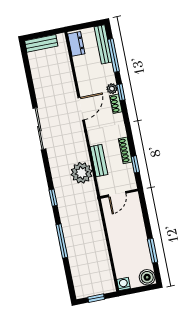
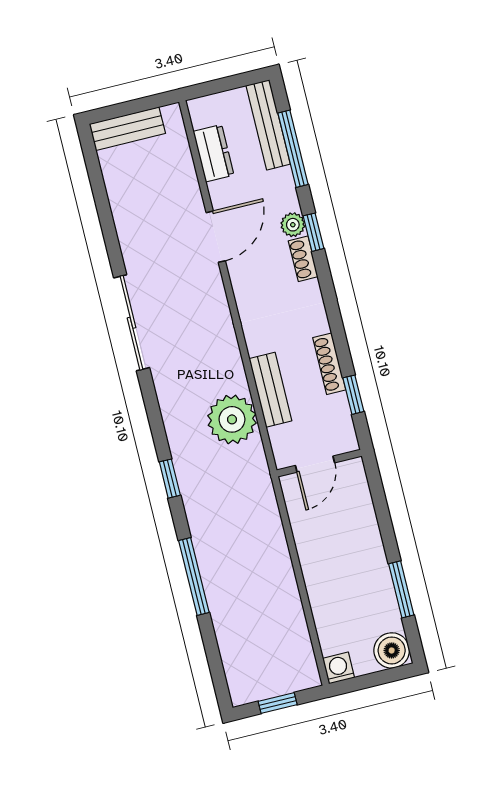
dresser: (76, 44) -> (214, 153), moved
door: (81, 109) -> (216, 237), moved

